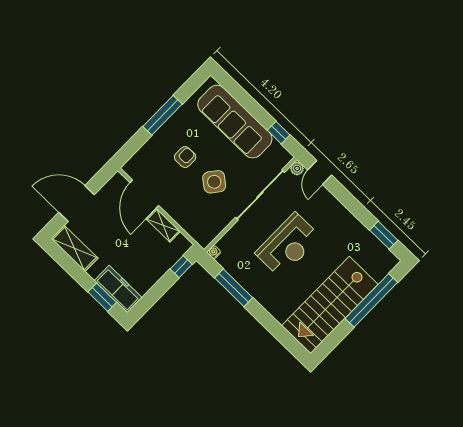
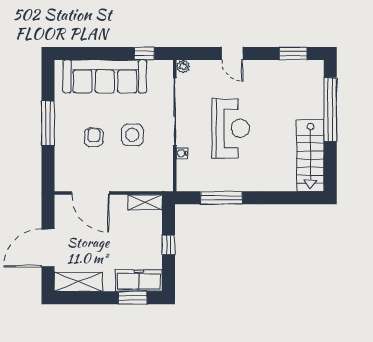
door: (320, 173) -> (232, 53), moved
side table: (214, 182) -> (132, 135), turned -38
shelving: (163, 225) -> (145, 202), moved
water cooler: (214, 252) -> (182, 153), moved
window: (181, 267) -> (168, 245), moved
stairs: (330, 305) -> (310, 155), width x0.73, depth x0.66

